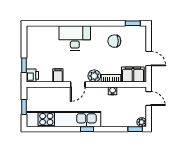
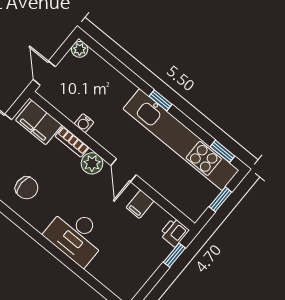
door: (78, 84) -> (123, 170), swing flipped
window: (135, 129) -> (222, 151), moved

